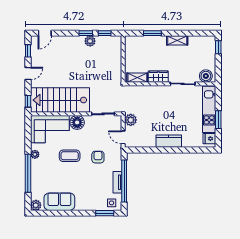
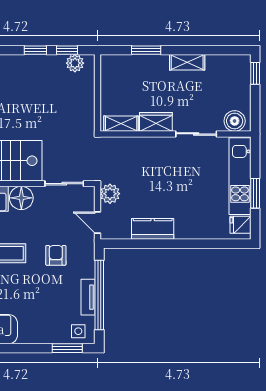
plant: (90, 41) -> (75, 63), moved
kitchen counter: (169, 141) -> (153, 229), moved

